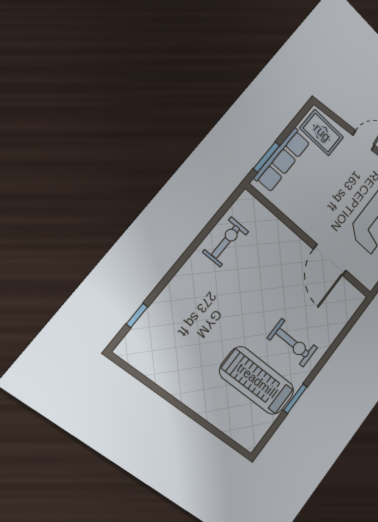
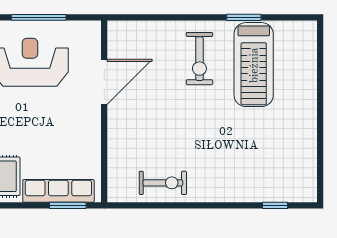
exercise bike: (226, 242) -> (163, 183), turned 180
exercise bike: (292, 343) -> (199, 59), turned 180

